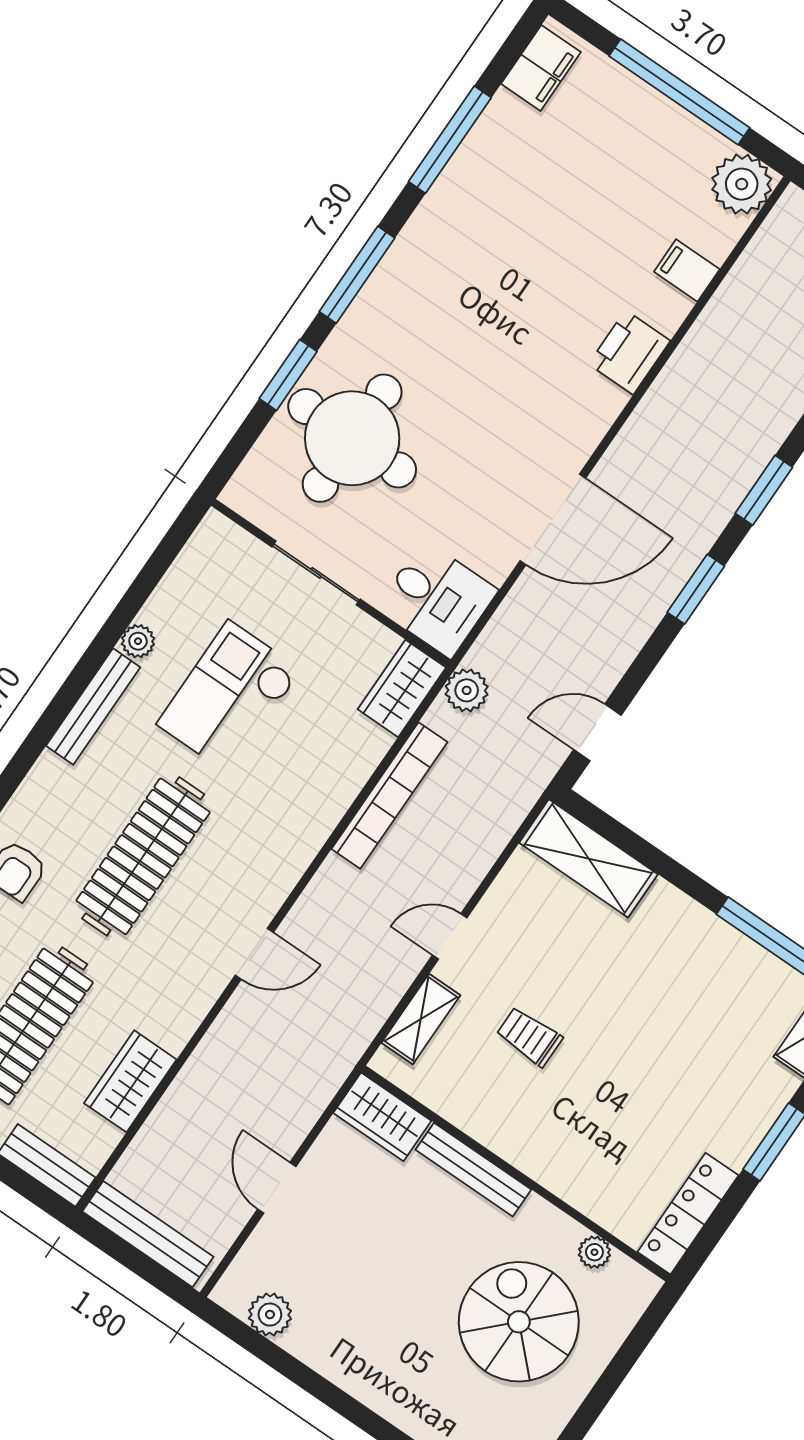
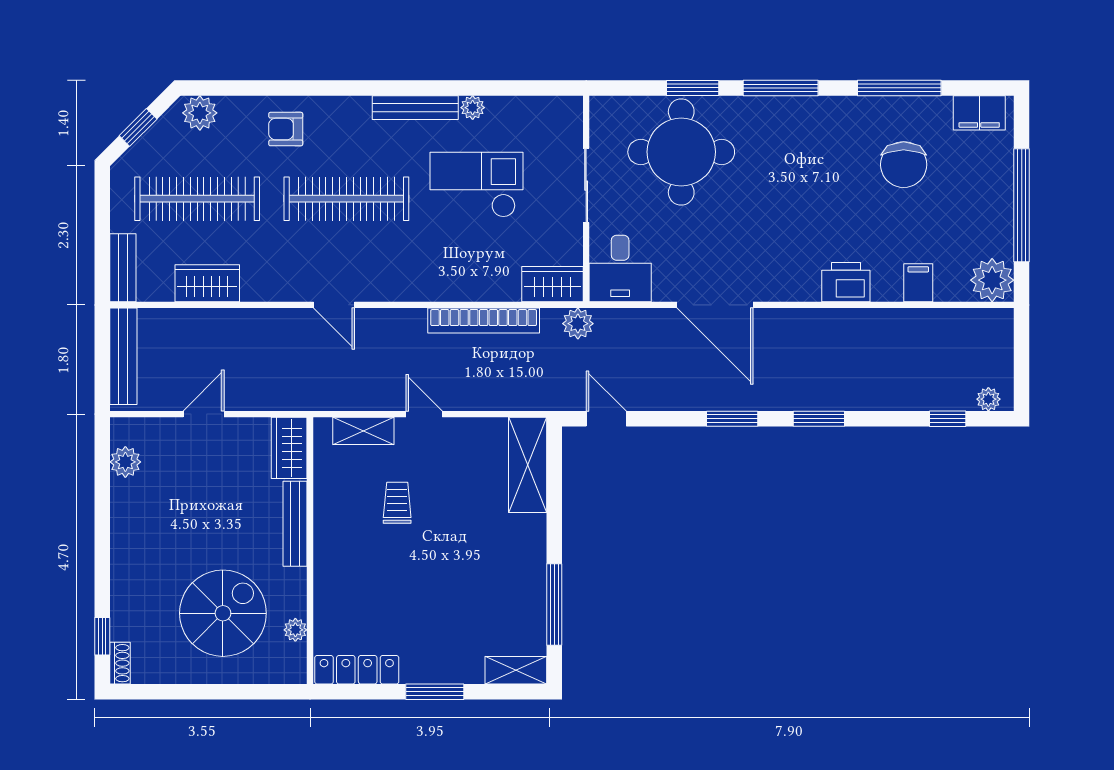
chair: (541, 195) -> (904, 165), added

